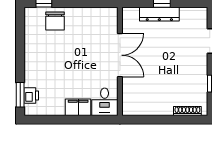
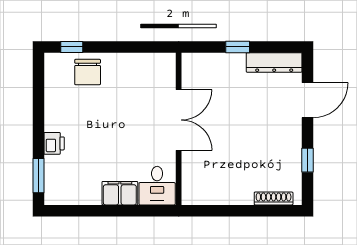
dresser: (159, 14) -> (274, 62), moved
printer: (31, 95) -> (54, 143), moved

